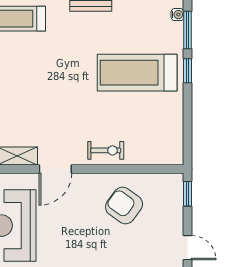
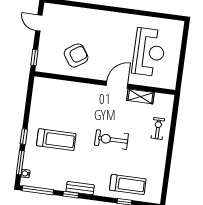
treadmill: (137, 73) -> (56, 140), width x0.73, depth x0.73
exercise bike: (106, 150) -> (112, 139), moved, width x1.38, depth x1.39
armchair: (124, 206) -> (76, 55), turned -70

